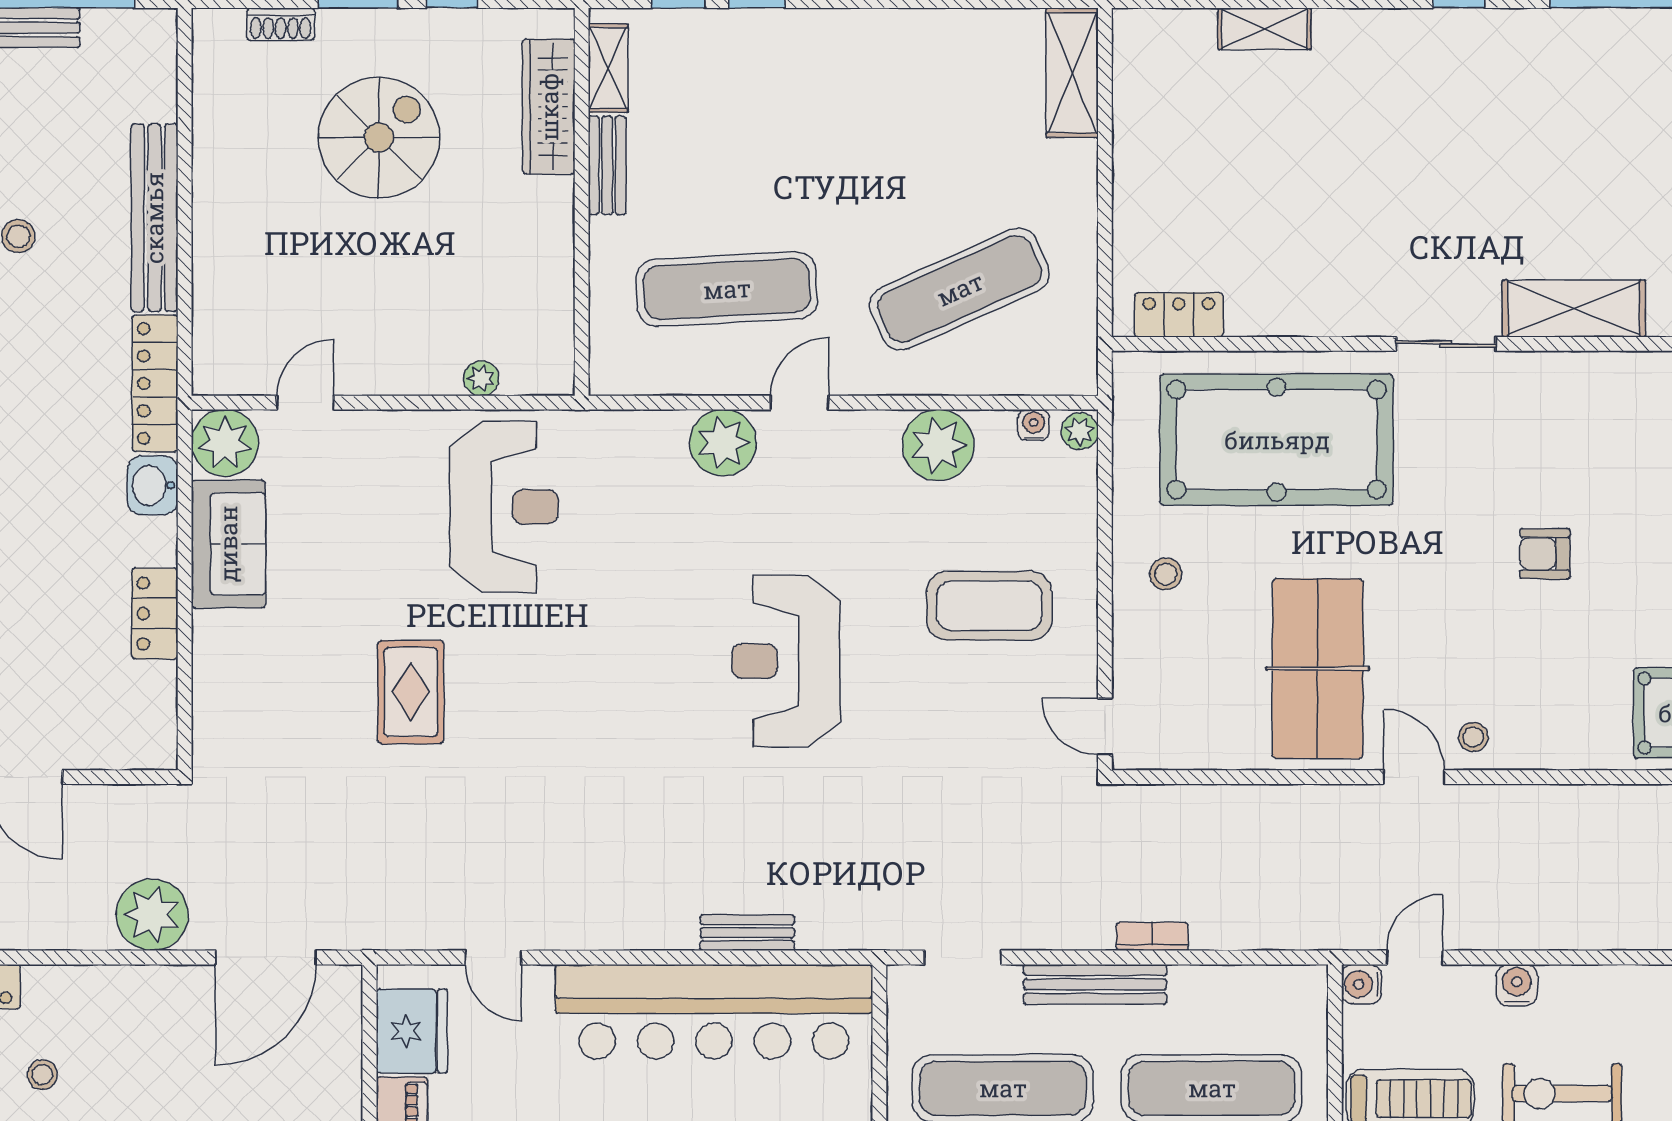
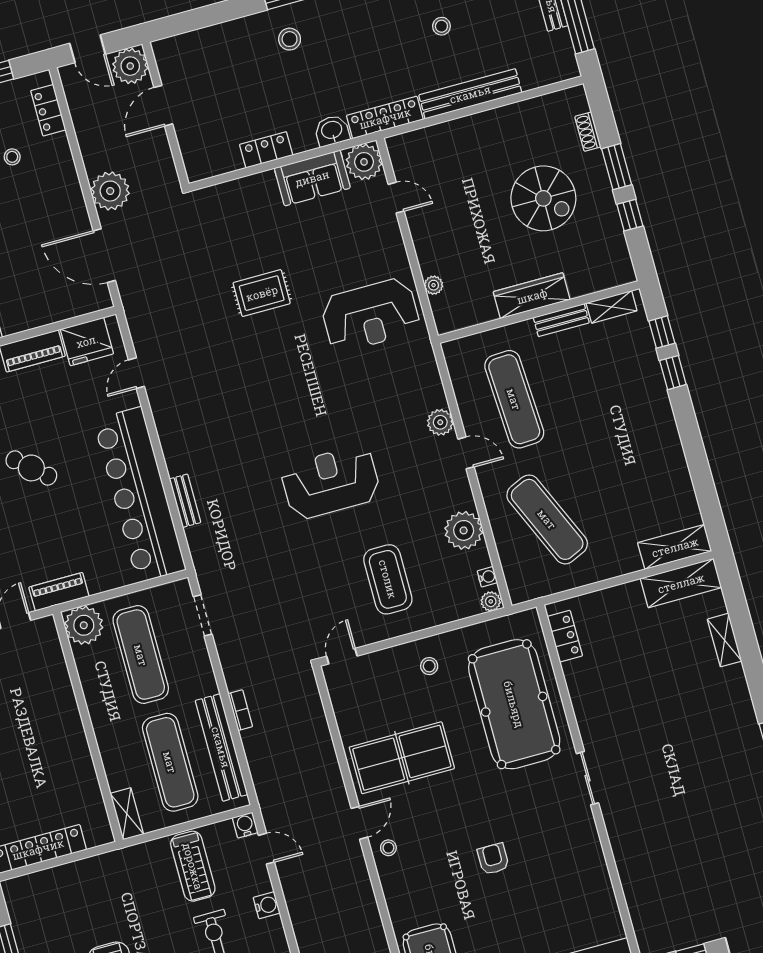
wardrobe: (549, 107) -> (532, 296), moved
shelving: (1574, 309) -> (681, 583), moved, turned 90
plant: (723, 443) -> (440, 422), width x0.73, depth x0.73
bench: (1095, 984) -> (221, 747), moved, width x1.37, depth x1.21

